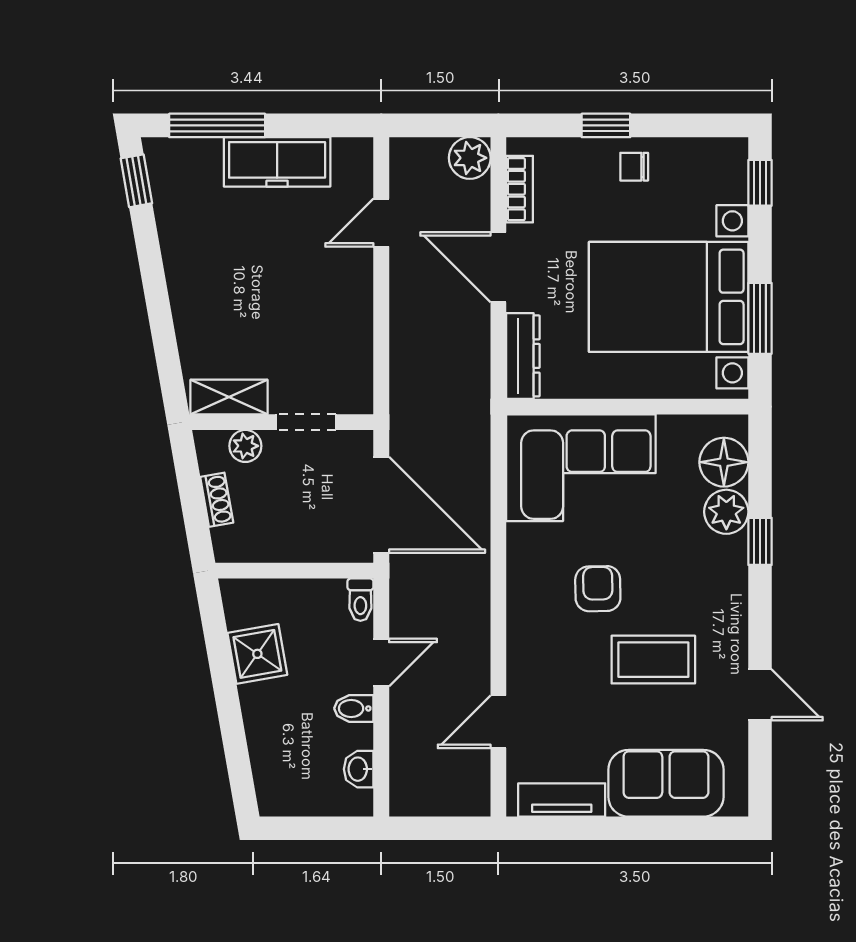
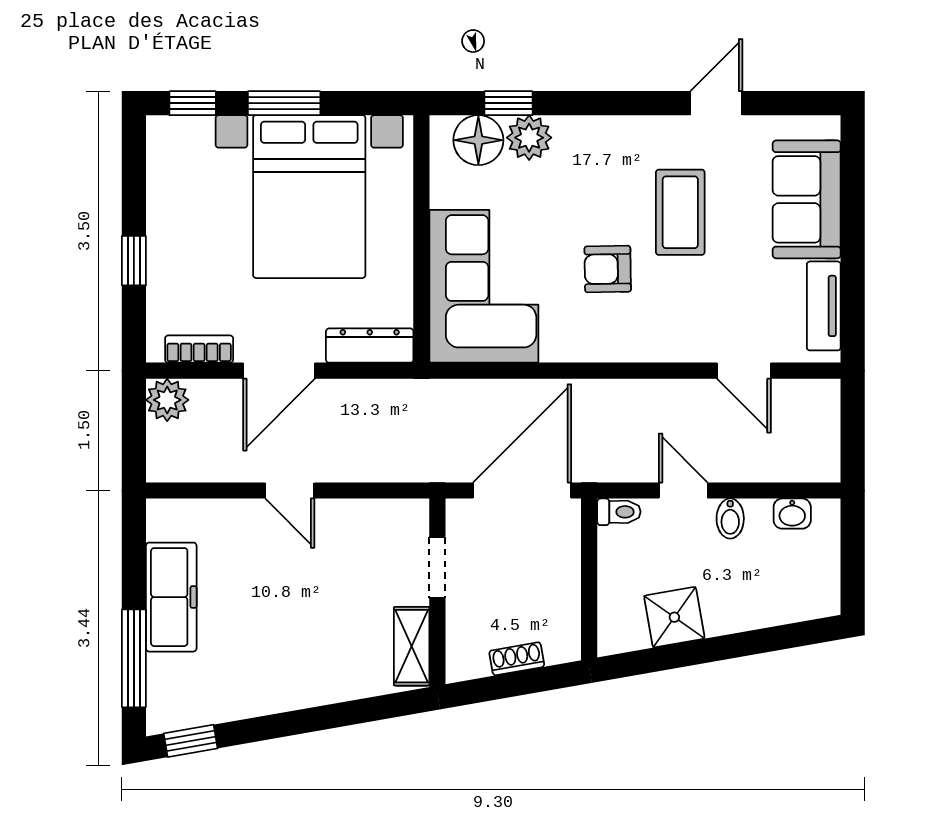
chair: (634, 167) -> (176, 232), removed
door: (381, 223) -> (290, 490), moved
window: (760, 318) -> (284, 103), moved
plant: (245, 446) -> (462, 629), removed
window: (760, 541) -> (508, 103), moved

